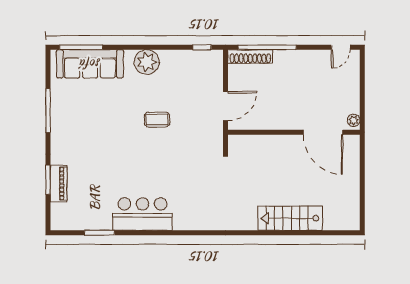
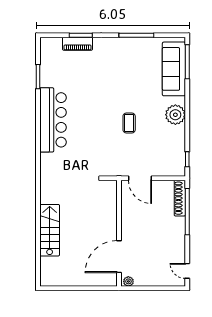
bar counter: (142, 214) -> (53, 120), width x1.36

